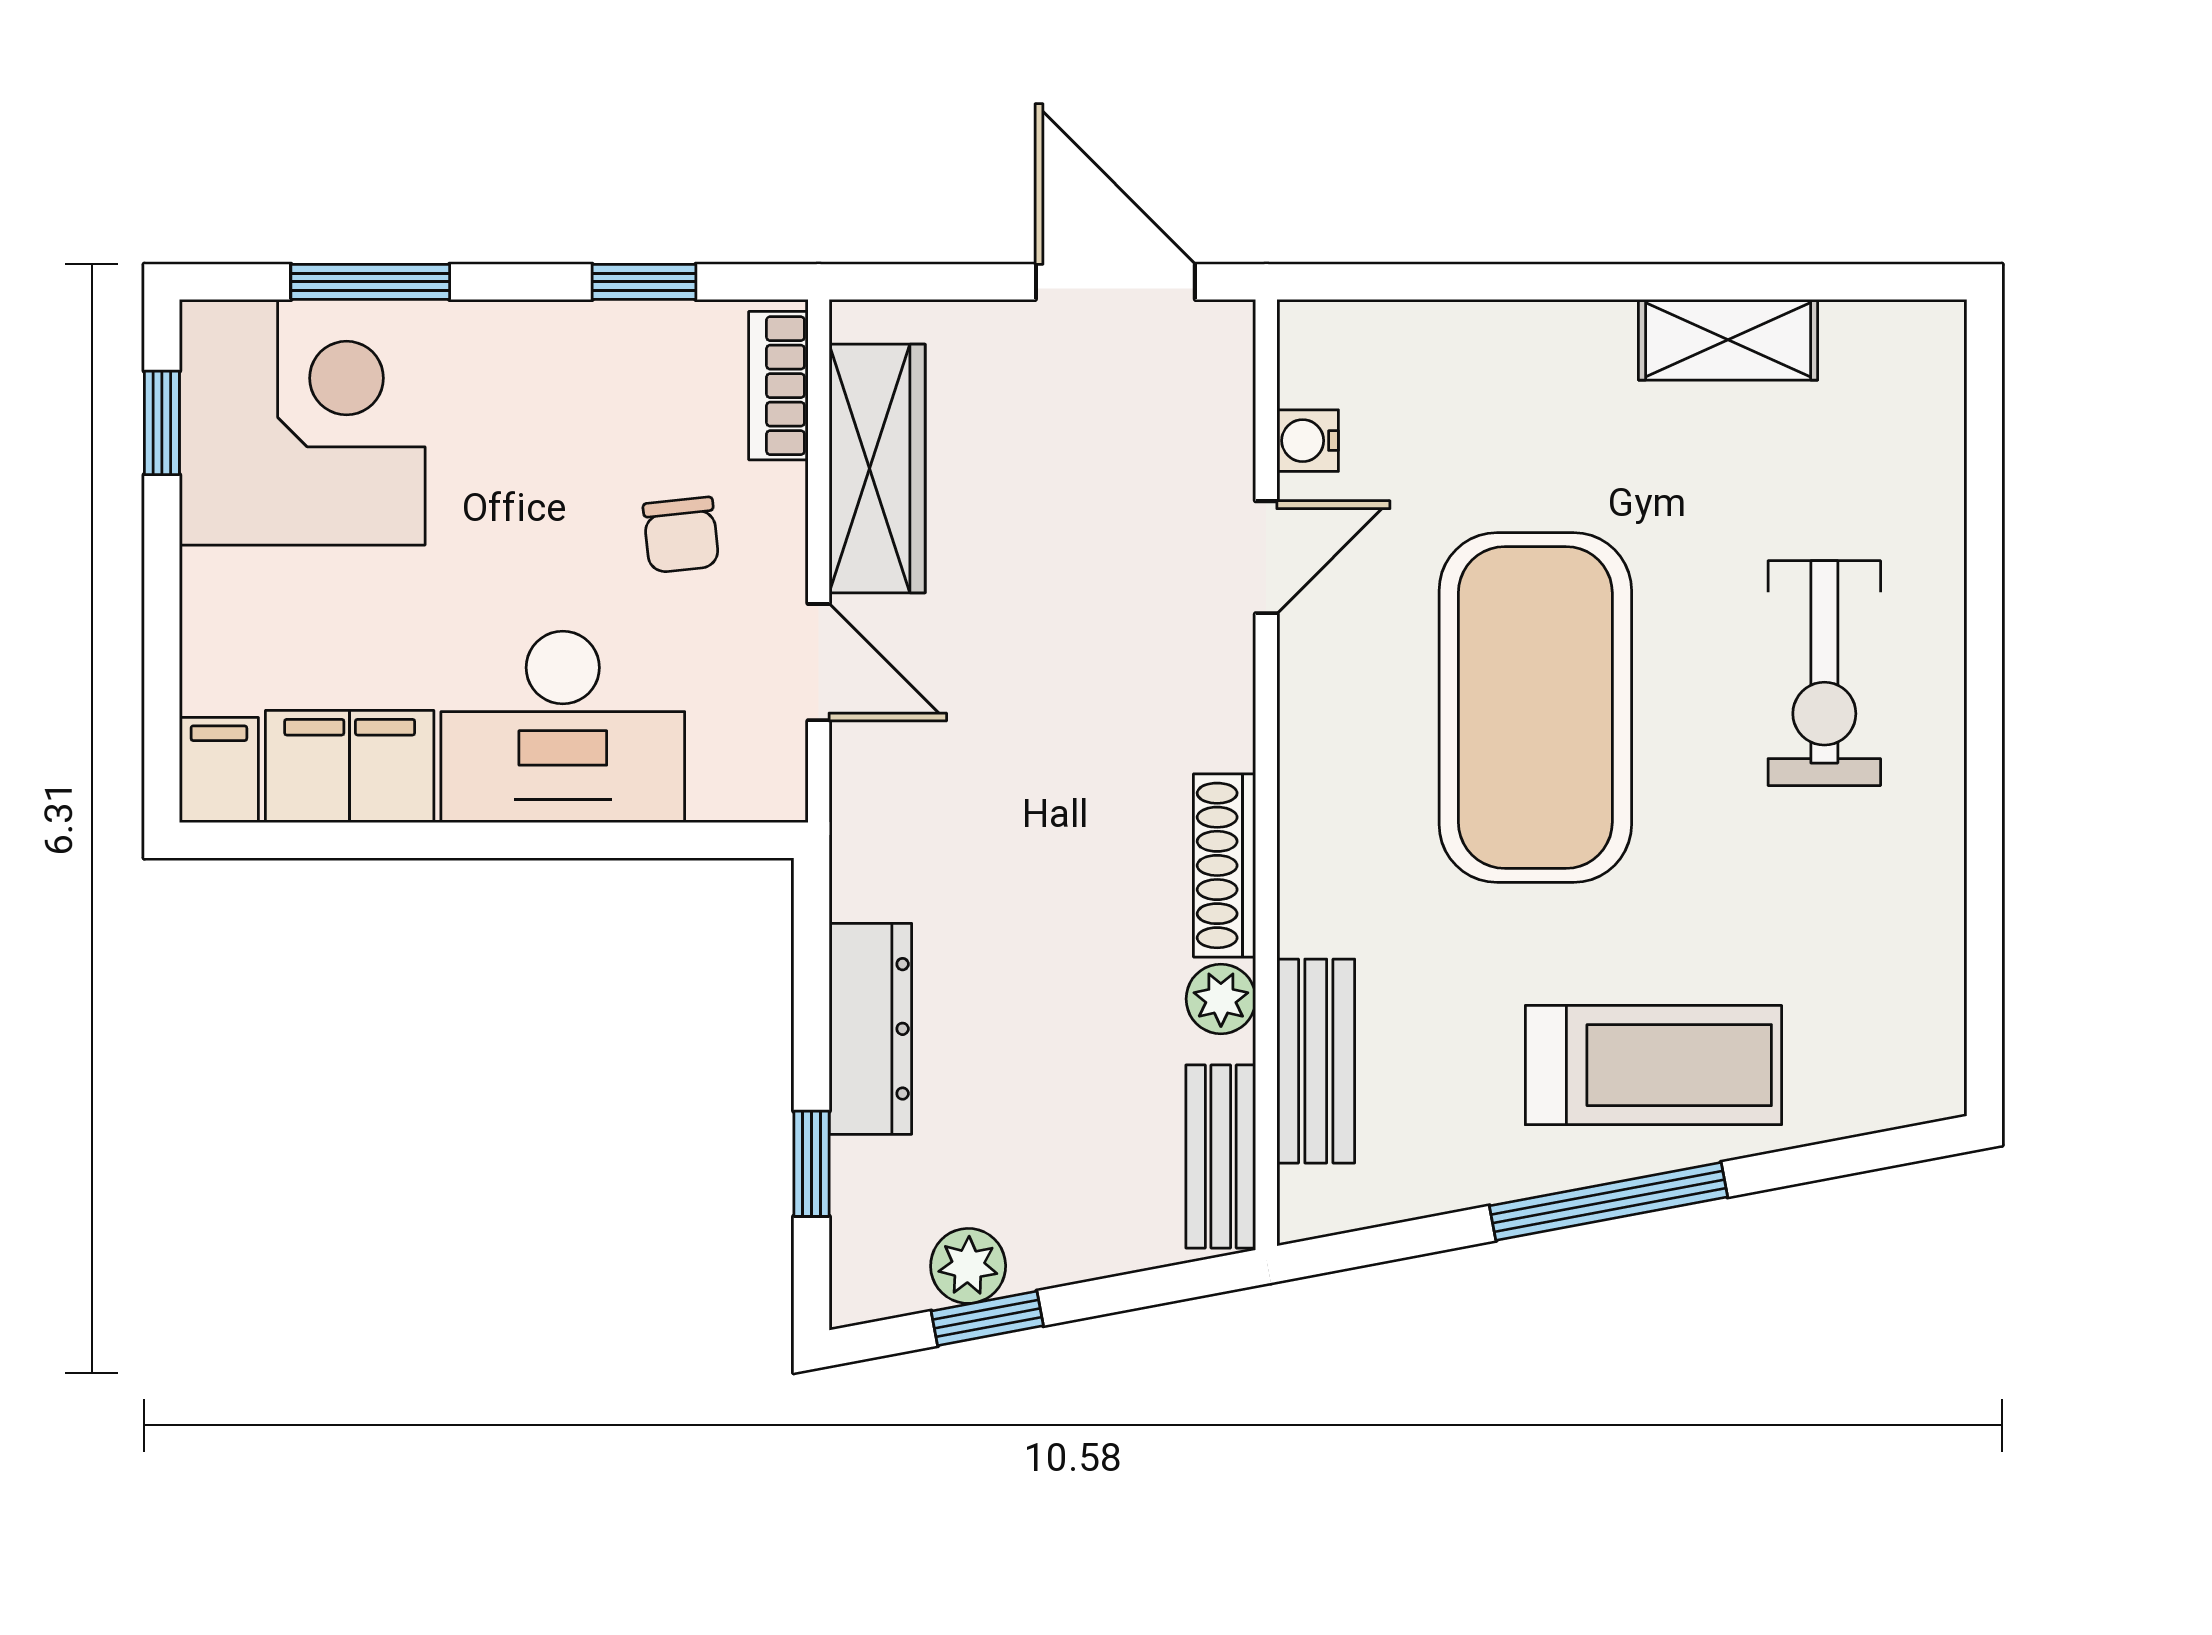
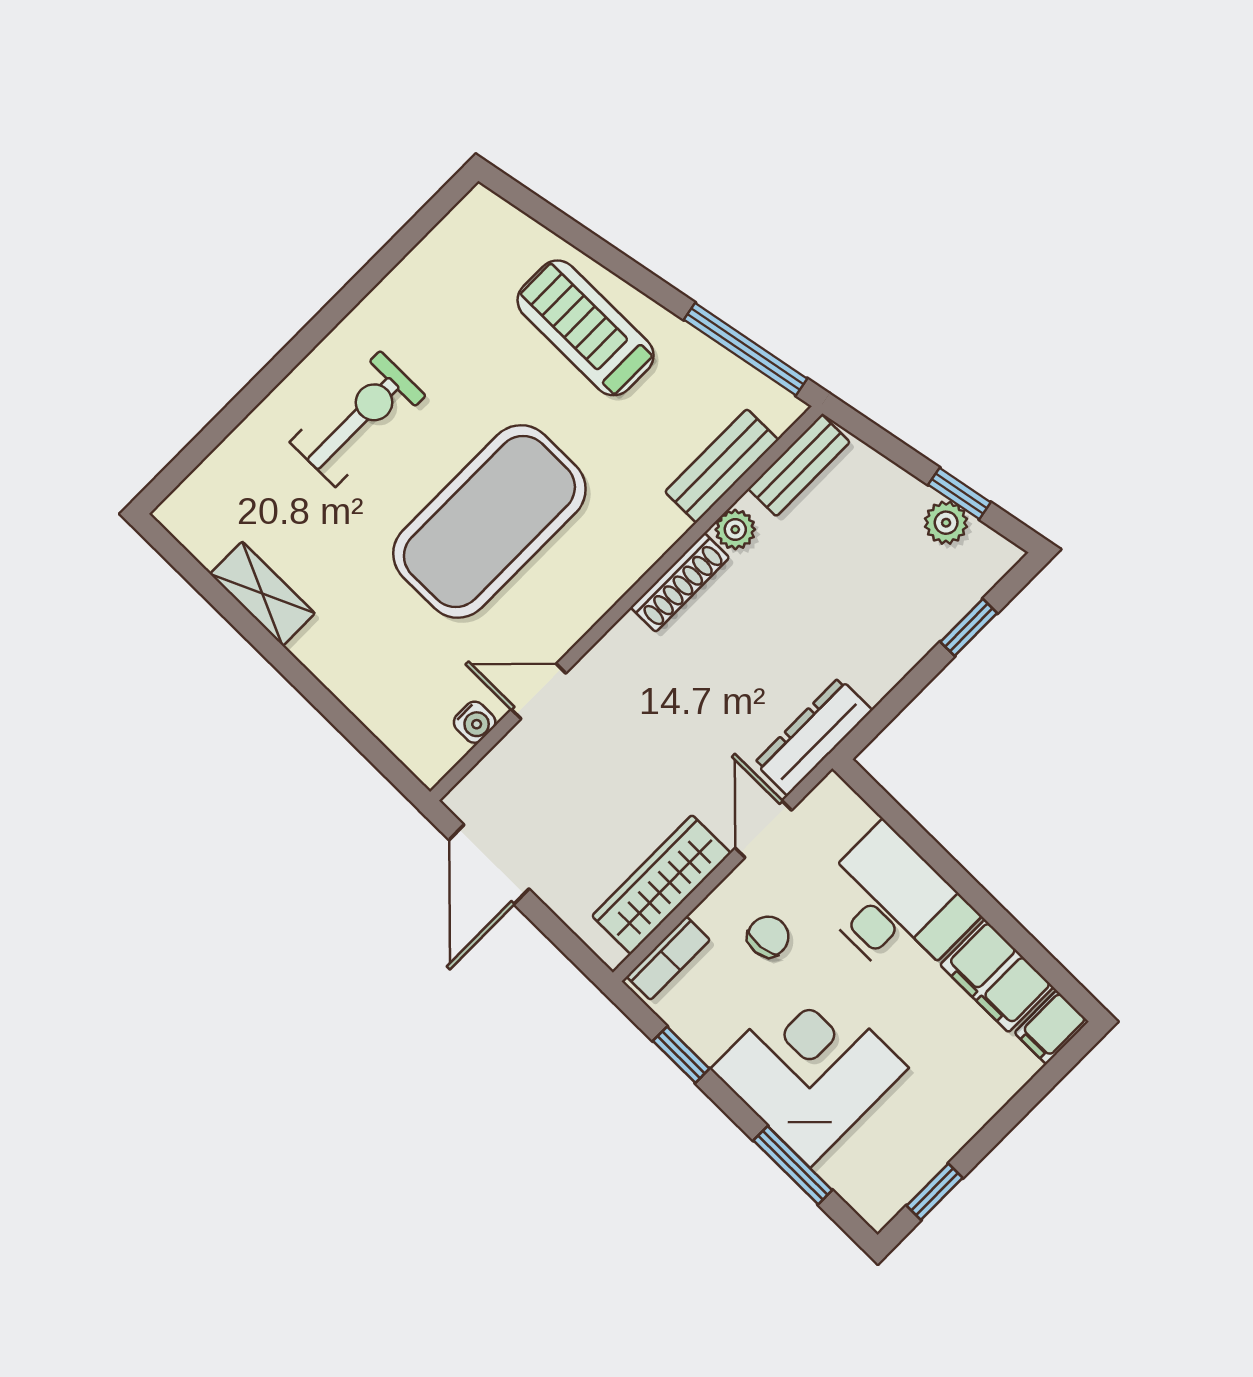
corner desk: (302, 422) -> (810, 1068), moved, turned 90
dresser: (870, 1029) -> (813, 737), moved
window: (1608, 1201) -> (746, 349), moved

